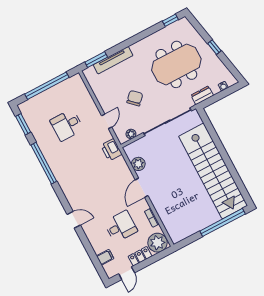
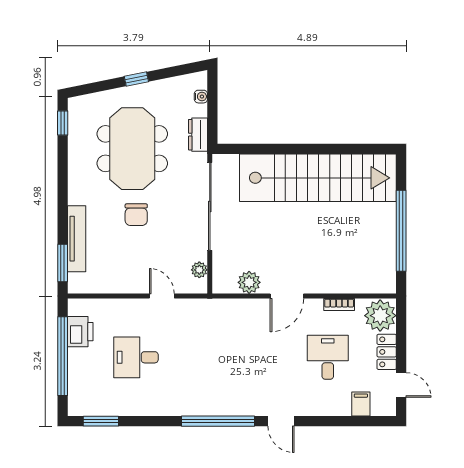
chair: (135, 98) -> (136, 215), moved, turned -134
desk: (67, 125) -> (136, 357), turned 90
printer: (111, 150) -> (80, 332), moved, turned -90
window: (44, 163) -> (218, 421), moved
door: (142, 188) -> (287, 296), hinge flipped
door: (74, 220) -> (281, 421), swing flipped
window: (223, 222) -> (401, 231), moved

